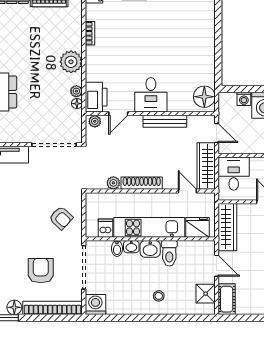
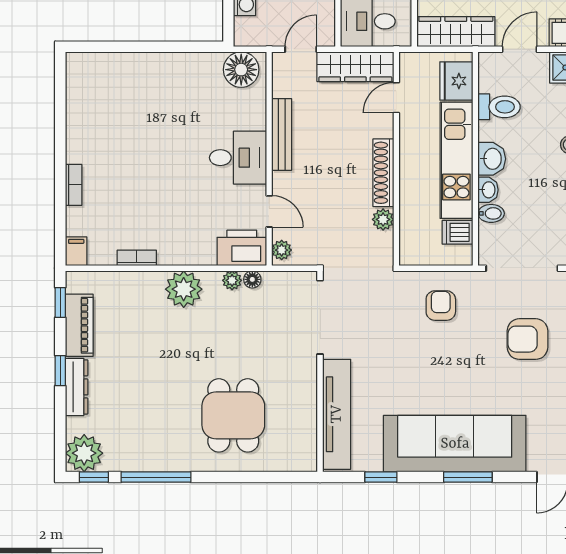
armchair: (61, 218) -> (441, 306), turned -42
toilet: (169, 253) -> (499, 107), moved

